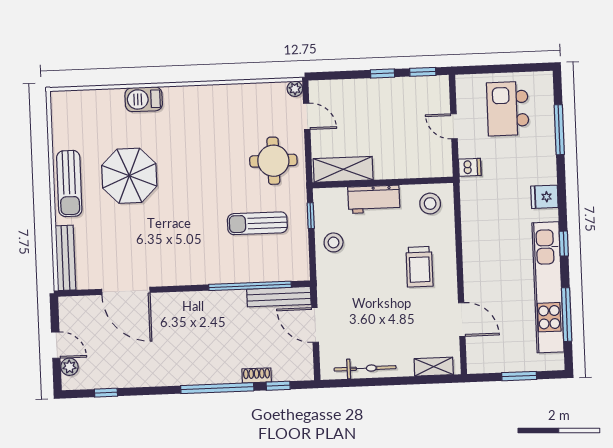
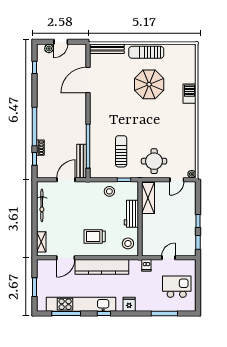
kitchen counter: (476, 251) -> (102, 267), added

